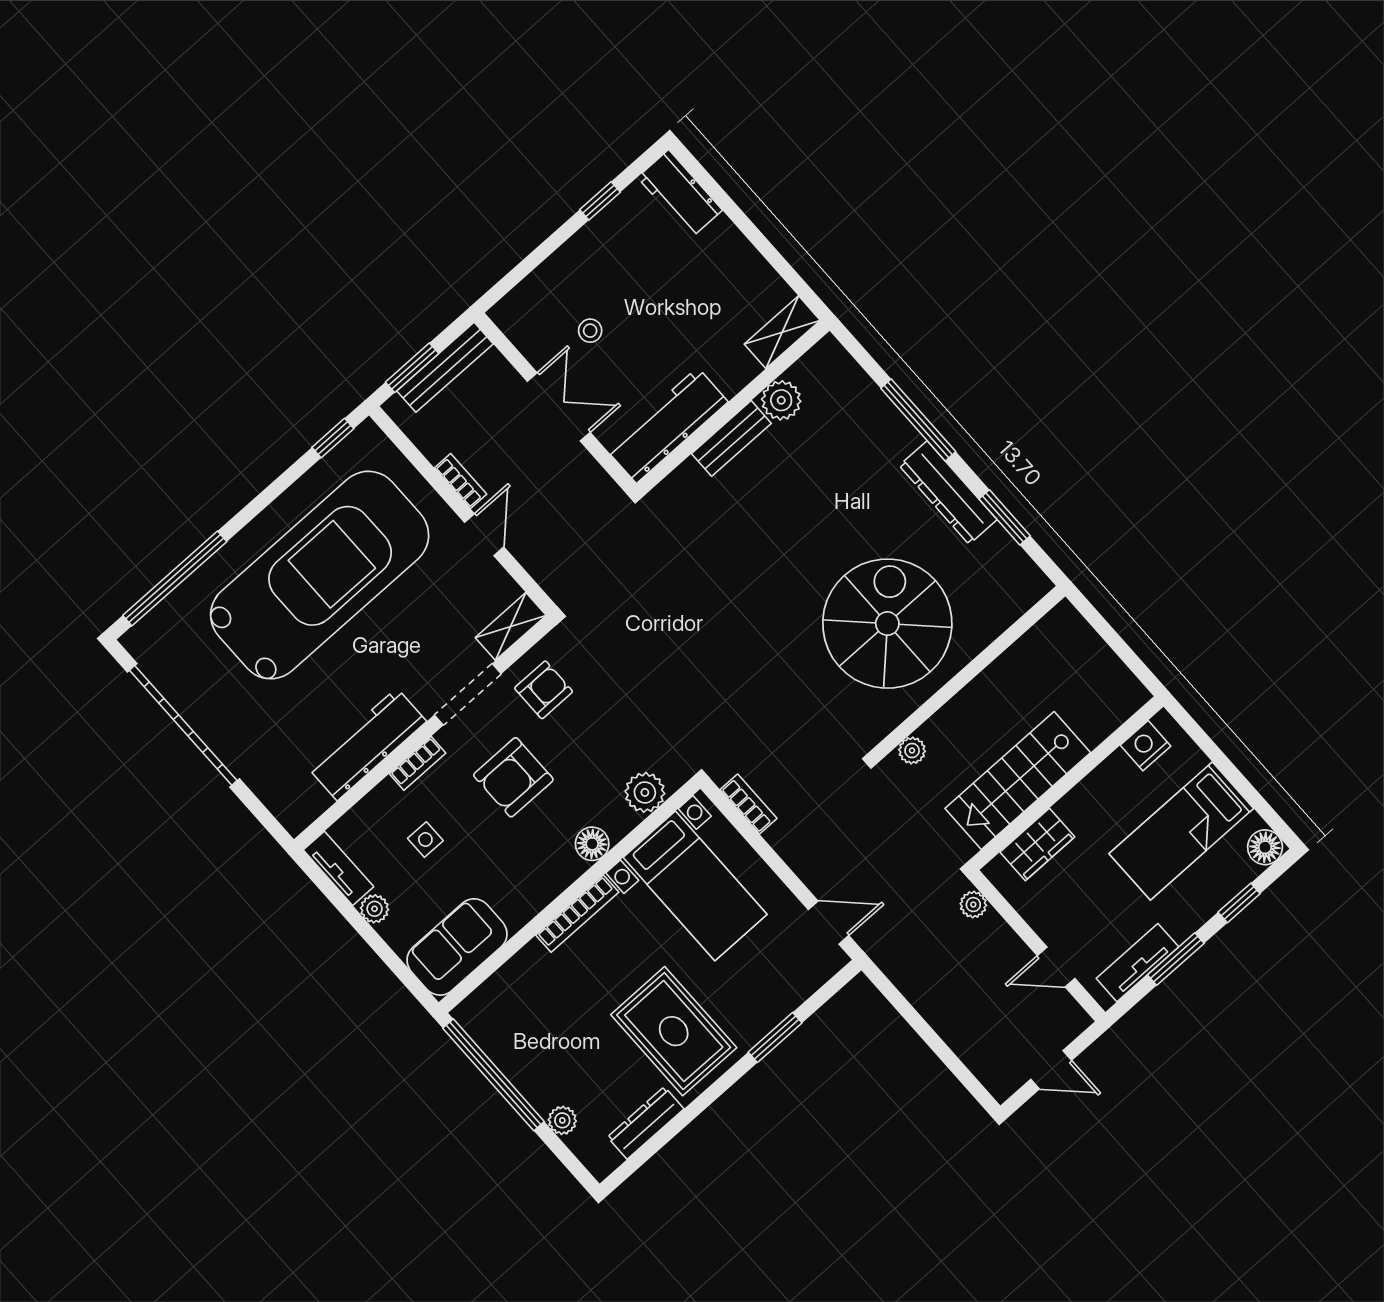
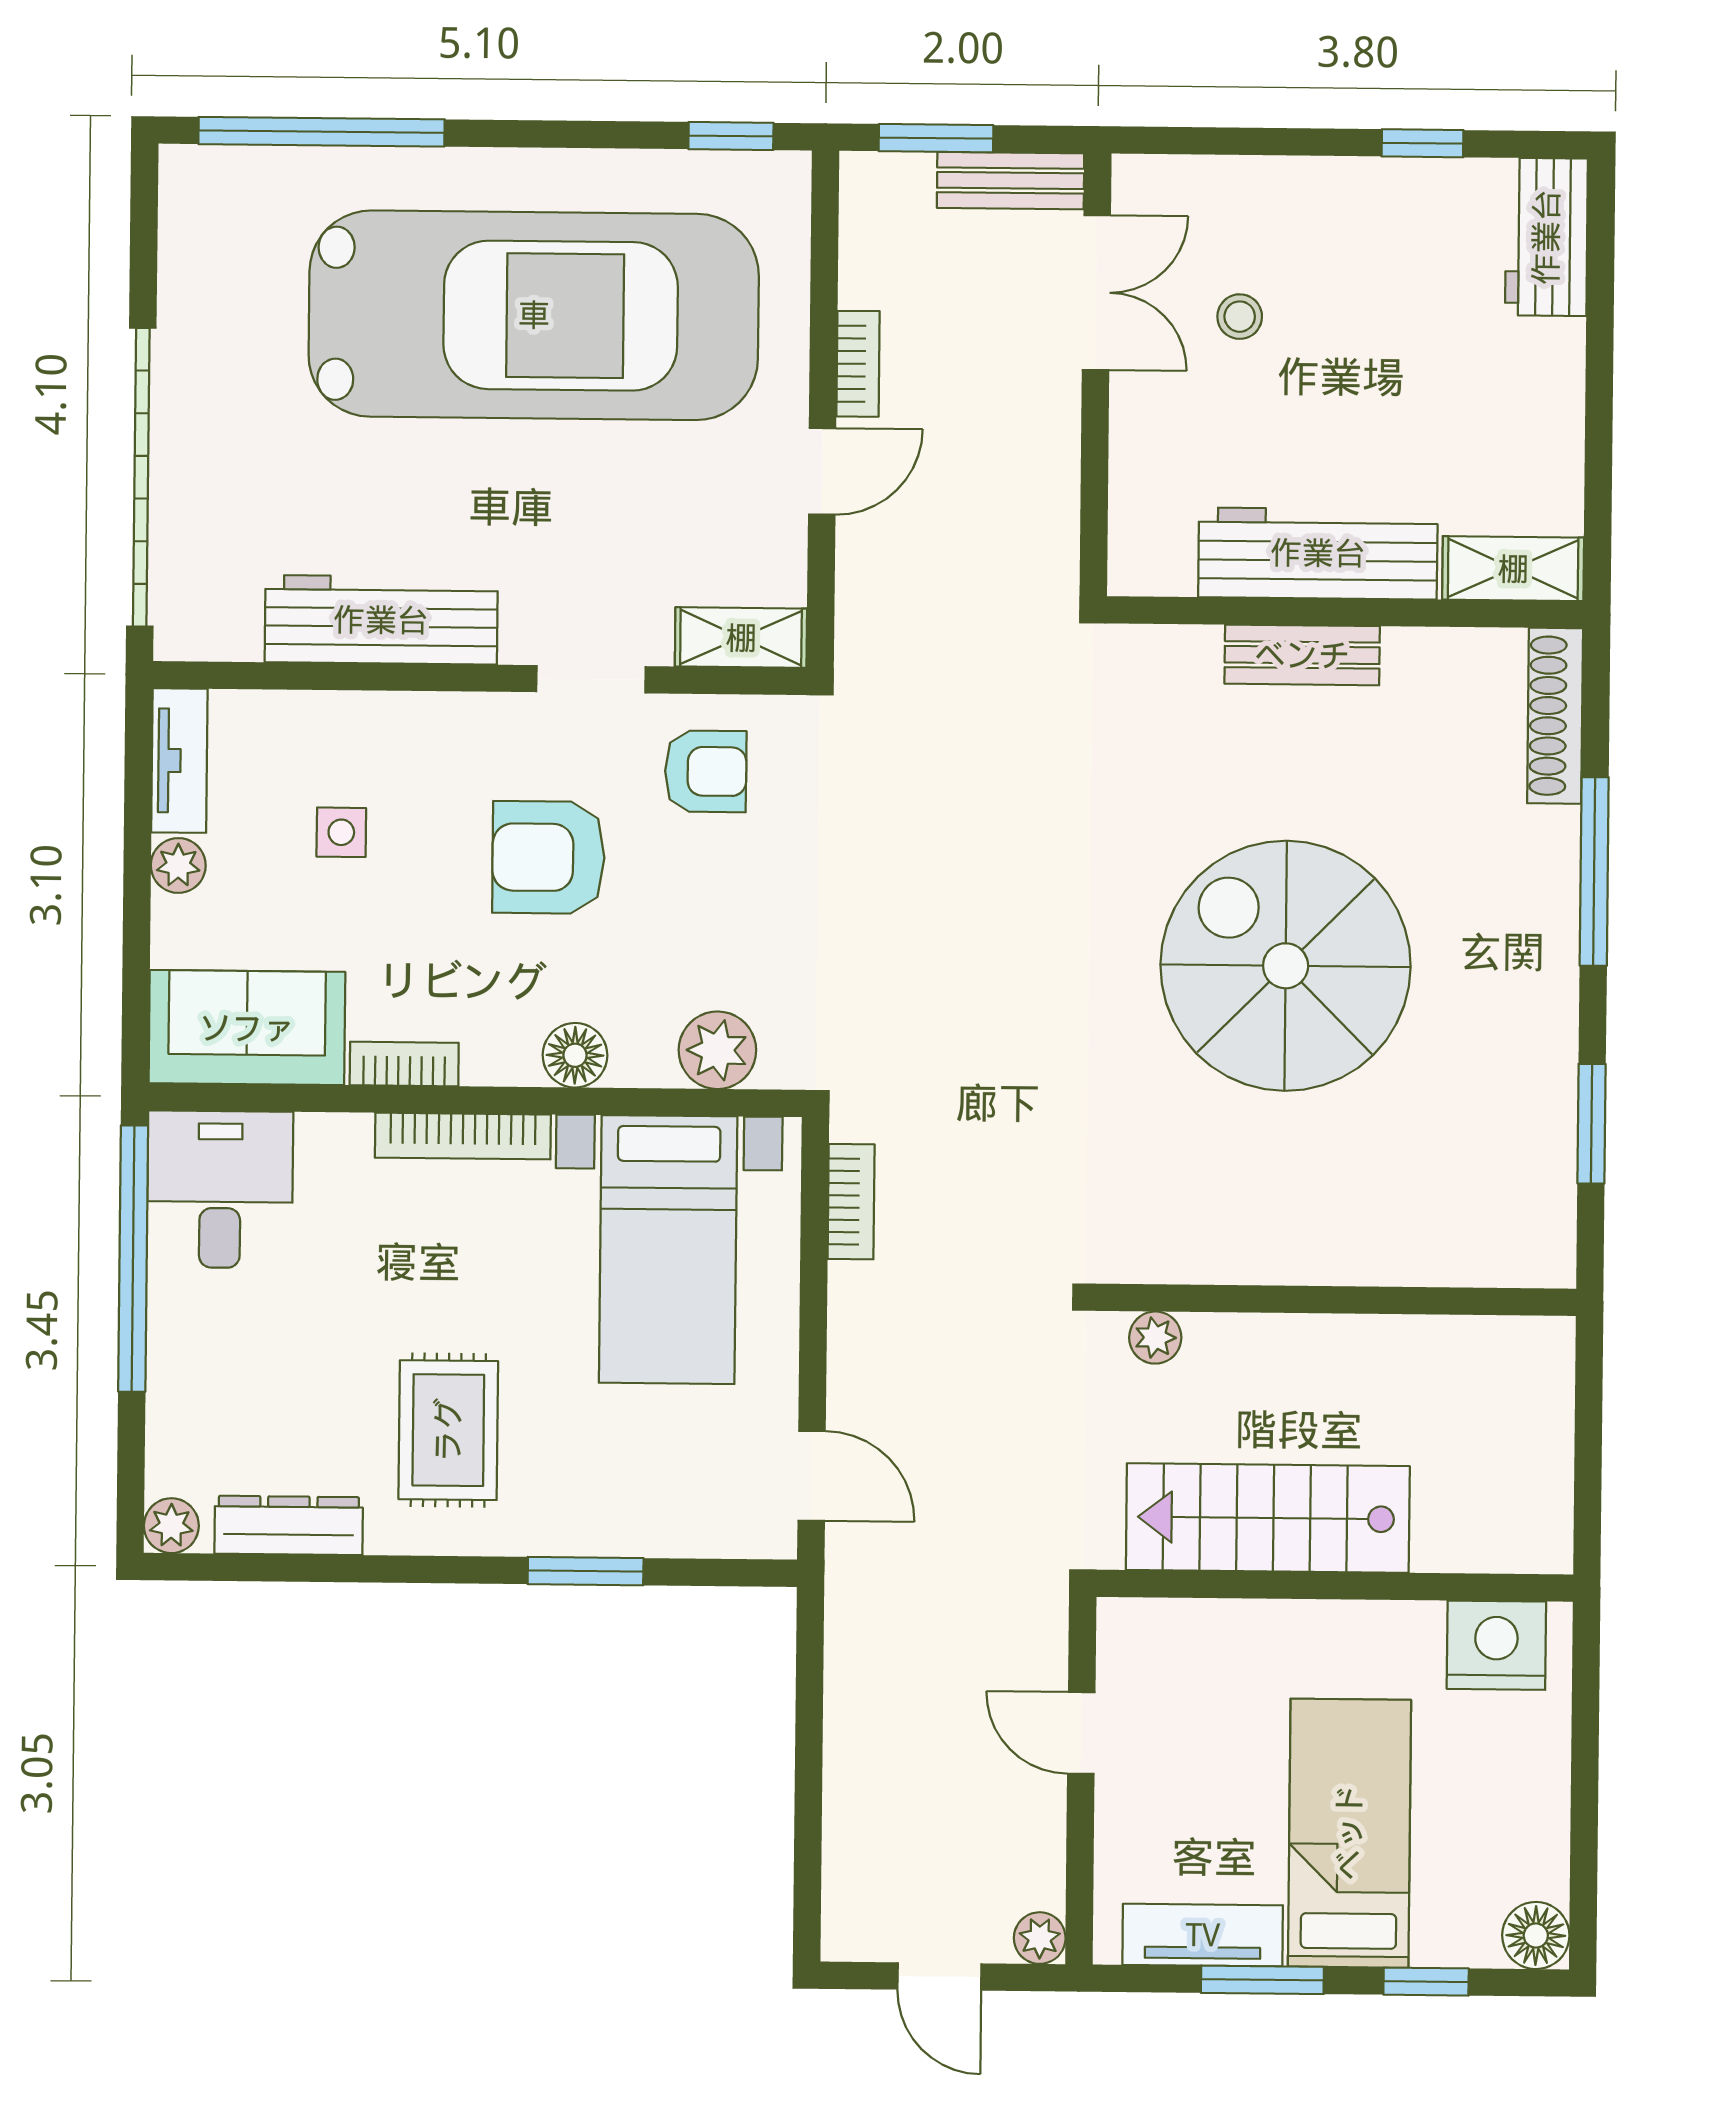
bench: (445, 367) -> (1011, 181), width x0.73
shoe rack: (849, 374) -> (1555, 716), added
plant: (781, 400) -> (1423, 665), removed
double door: (559, 407) -> (1096, 293), moved
workbench: (667, 425) -> (1318, 553), moved
dresser: (948, 493) -> (1543, 1014), removed
spiral stairs: (887, 624) -> (1286, 966), moved, turned -90
doorway: (468, 694) -> (591, 679), width x0.73
garage door: (183, 725) -> (141, 477), moved
nightstand: (1146, 746) -> (1496, 1645), width x1.36, depth x1.33
bookcase: (418, 763) -> (404, 1064), moved, turned 180
bed: (1181, 831) -> (1349, 1833), moved, turned 90
wardrobe: (1037, 844) -> (1213, 1635), removed
plant: (973, 905) -> (1040, 1938), moved
door: (1056, 967) -> (1081, 1733), moved
desk: (503, 1018) -> (220, 1189), added
rug: (674, 1031) -> (448, 1430), width x0.73, depth x0.70
plant: (562, 1120) -> (171, 1526), moved

